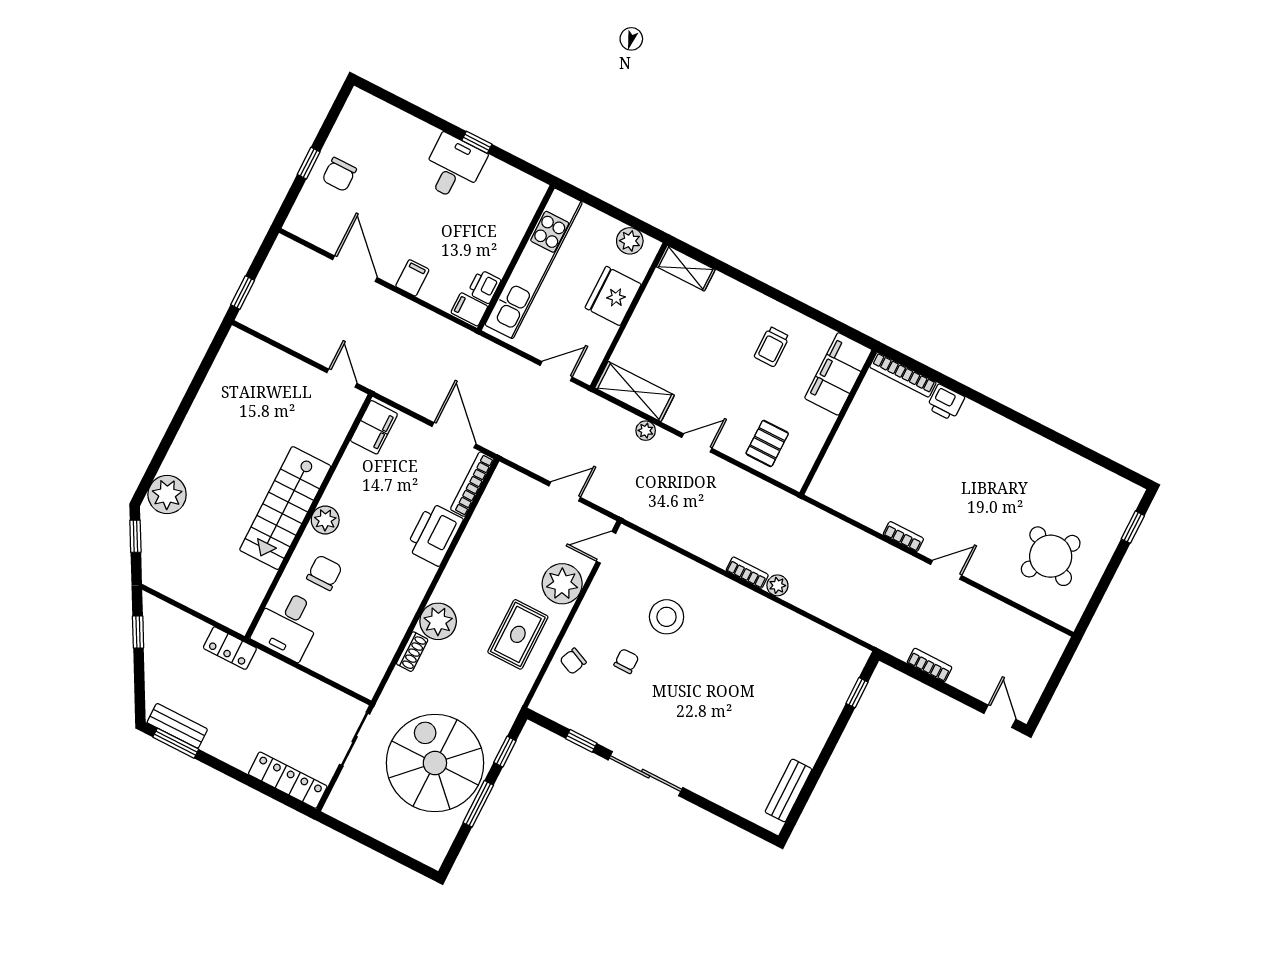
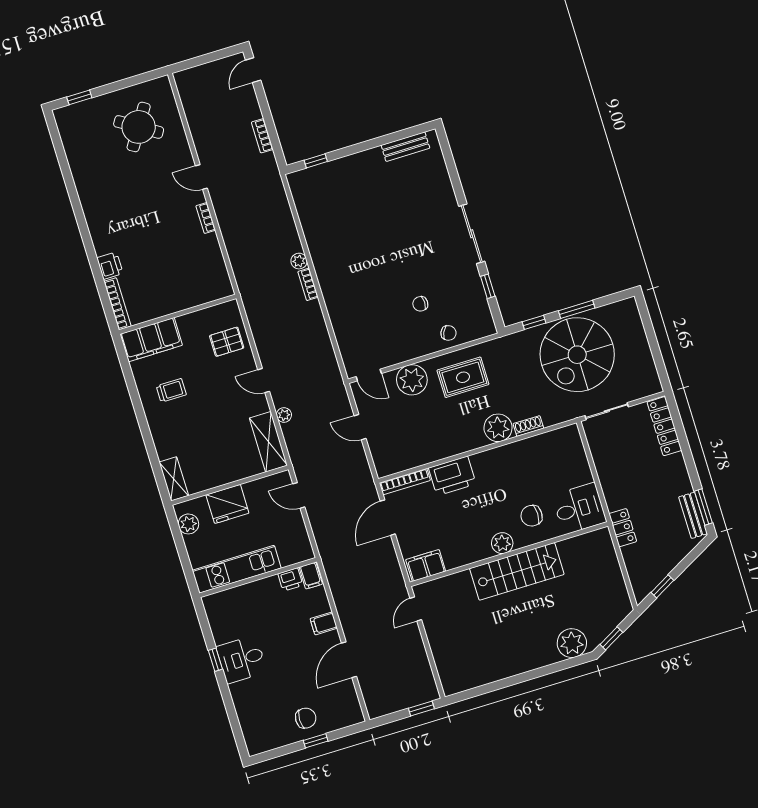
kitchen unit: (534, 263) -> (237, 569), width x0.73
stool: (667, 617) -> (375, 305), removed

